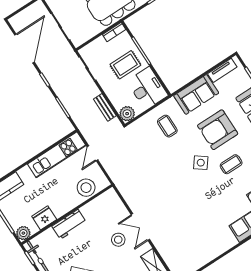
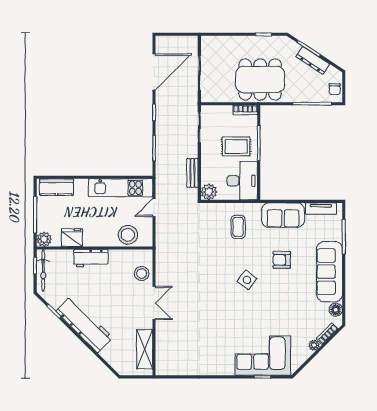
armchair: (218, 130) -> (282, 260), width x0.53, depth x0.53
coffee table: (231, 164) -> (274, 299), removed
double door: (140, 227) -> (154, 303), swing flipped
stool: (118, 240) -> (142, 273), moved

